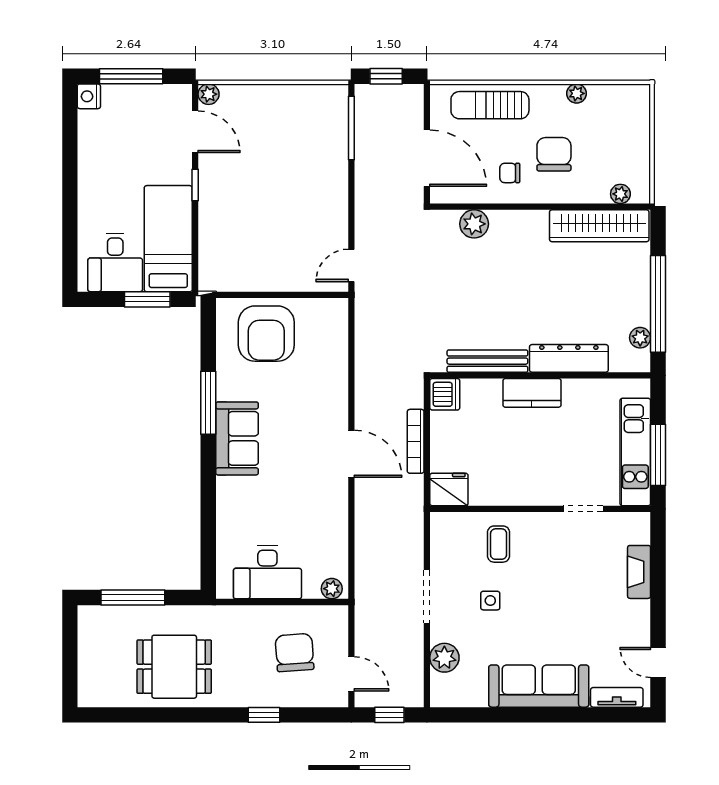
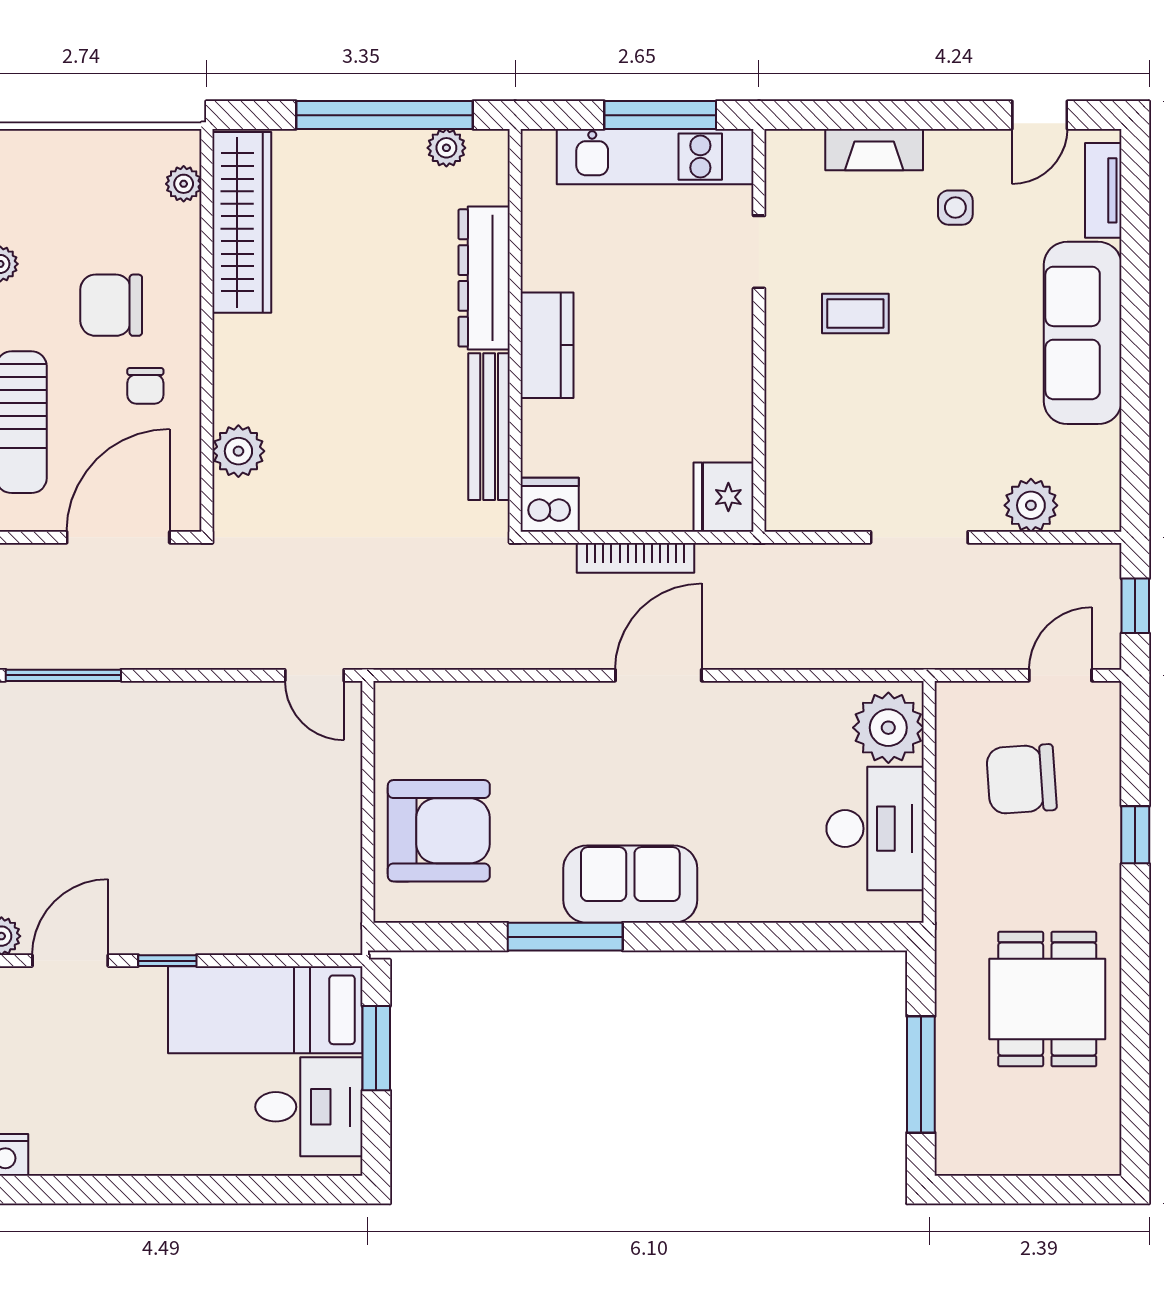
coffee table: (499, 544) -> (855, 314), moved
plant: (332, 589) -> (888, 728), width x1.87, depth x1.87
side table: (490, 601) -> (955, 208), moved

